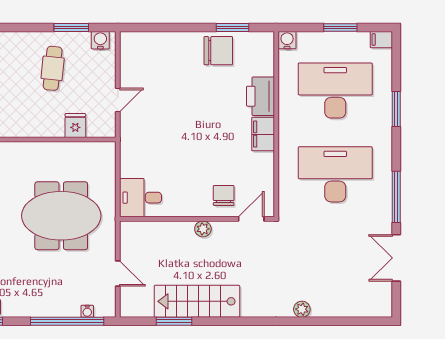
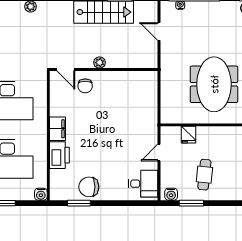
desk: (140, 198) -> (143, 184), moved
meeting table: (61, 216) -> (214, 84), moved, turned 90
door: (251, 219) -> (66, 70), hinge flipped

